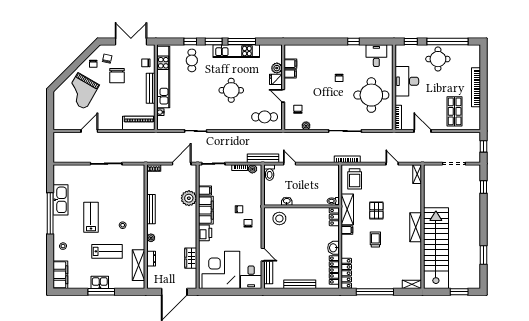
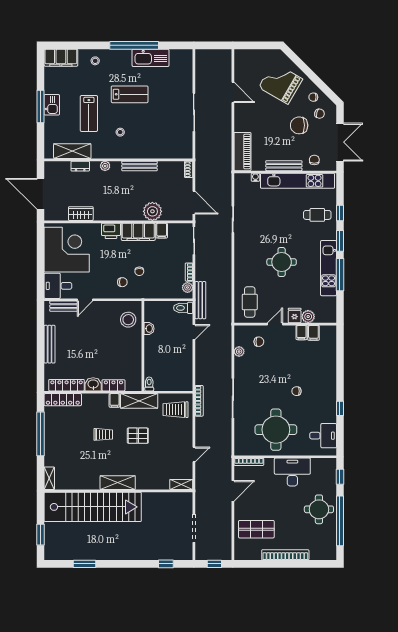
locker: (334, 217) -> (113, 385), moved

